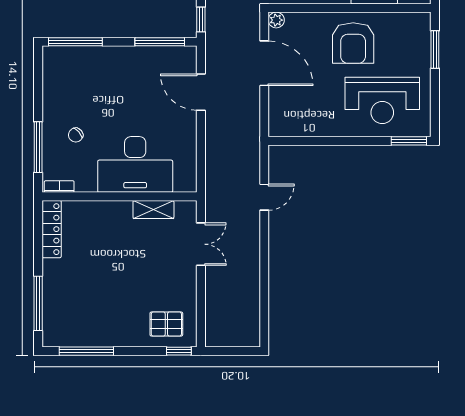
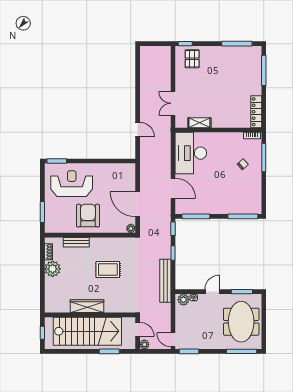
desk: (135, 164) -> (191, 153), moved, turned -90
door: (264, 197) -> (138, 130), swing flipped
pallet: (166, 324) -> (192, 59), turned 90

